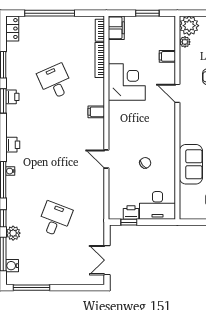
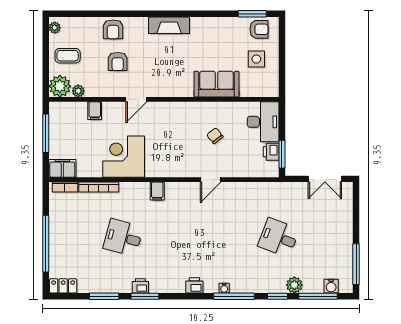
window: (147, 13) -> (46, 133), width x1.44
desk: (55, 82) -> (123, 238), turned 39
window: (129, 222) -> (282, 154), width x1.50

